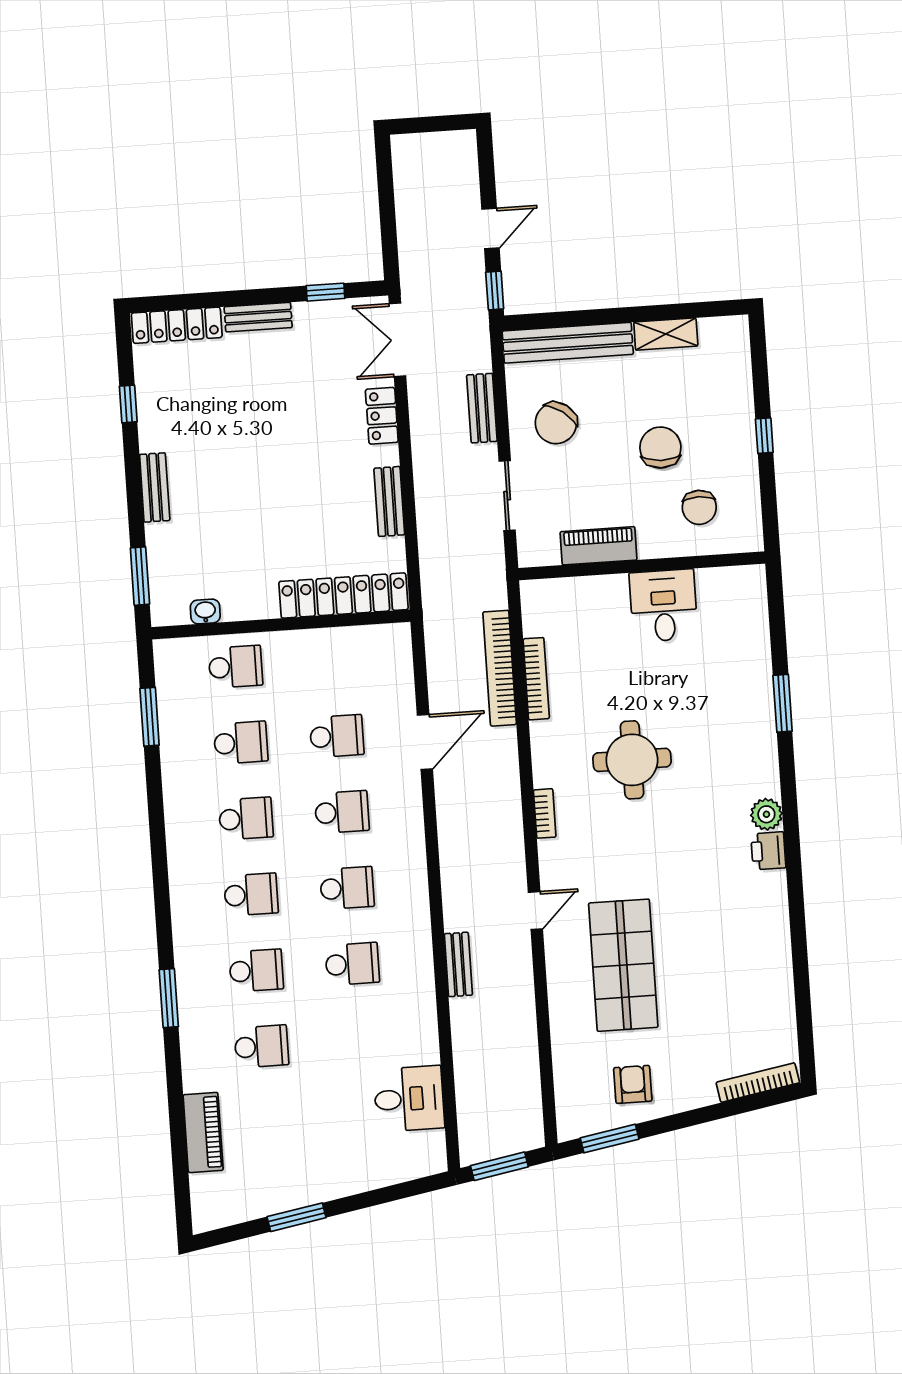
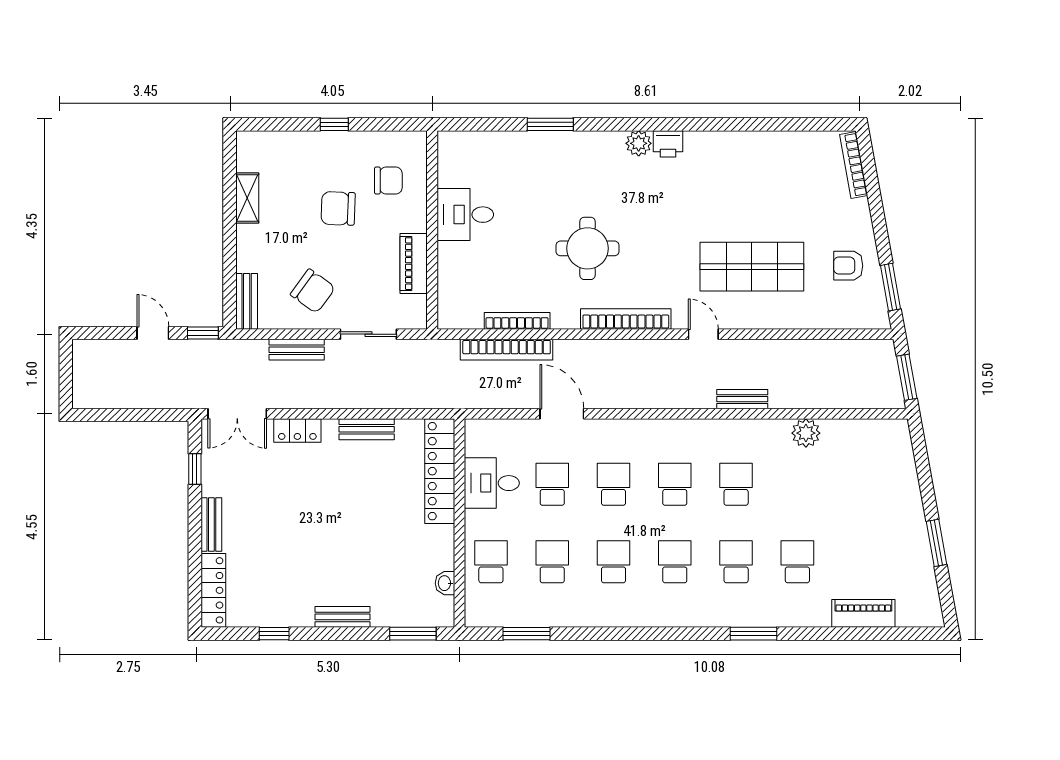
bench: (568, 343) -> (247, 301), width x0.54, depth x0.82
bookcase: (545, 813) -> (626, 319), width x2.31, depth x1.31
plant: (422, 1046) -> (806, 433), added
desk: (409, 1099) -> (492, 483), moved, turned -90

